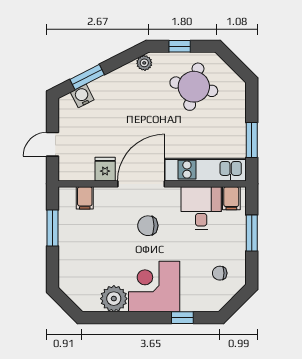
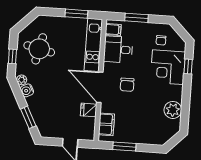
water cooler: (82, 96) -> (27, 90), moved
filing cabinet: (85, 198) -> (106, 124), width x2.00
corner desk: (154, 286) -> (168, 67), moved

